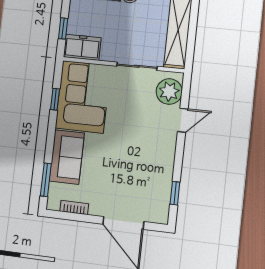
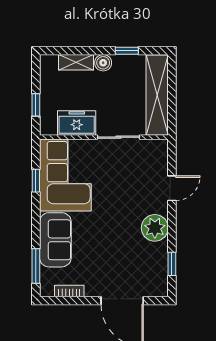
freezer: (82, 47) -> (77, 123), moved
plant: (169, 92) -> (155, 228), moved

